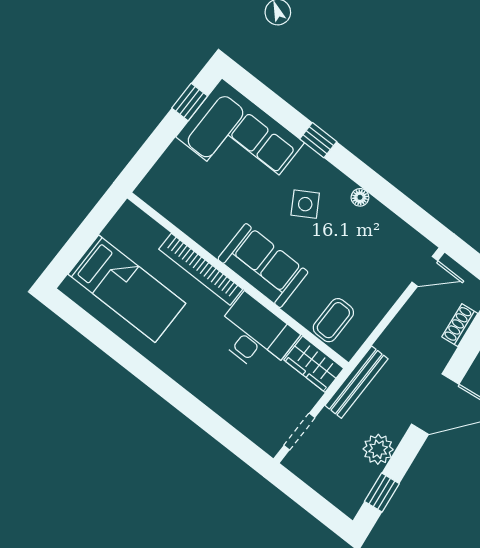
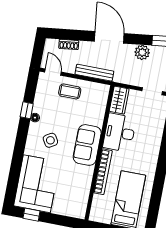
window: (318, 140) -> (27, 110), moved
coffee table: (333, 320) -> (70, 91), moved
bench: (357, 382) -> (94, 73), moved

